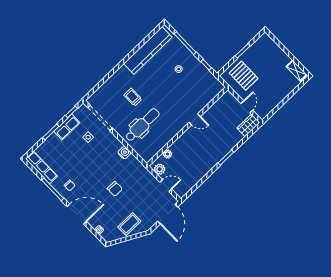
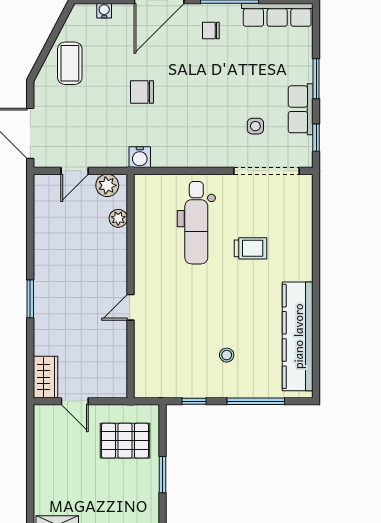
water cooler: (124, 153) -> (140, 157), moved

